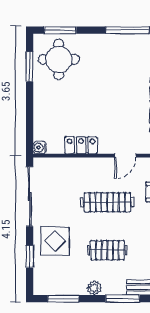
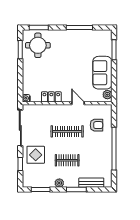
door: (125, 156) -> (78, 103), swing flipped

